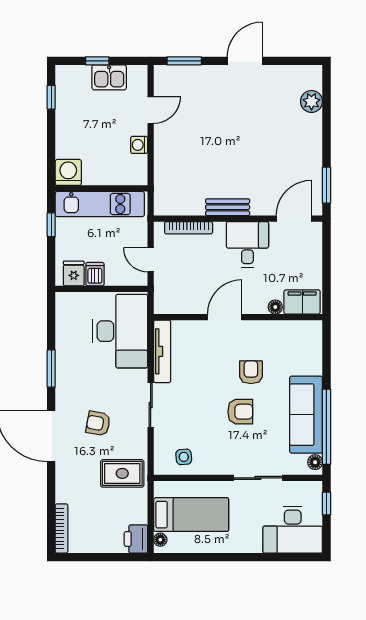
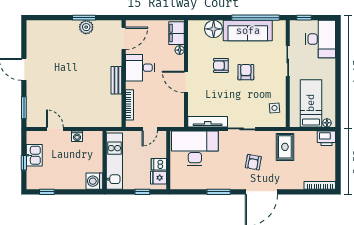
plant: (311, 101) -> (86, 27), moved
window: (326, 185) -> (84, 18), moved
door: (294, 219) -> (124, 38), swing flipped
window: (51, 225) -> (142, 192), moved
floor lamp: (315, 462) -> (214, 29), moved, width x1.89, depth x1.89

